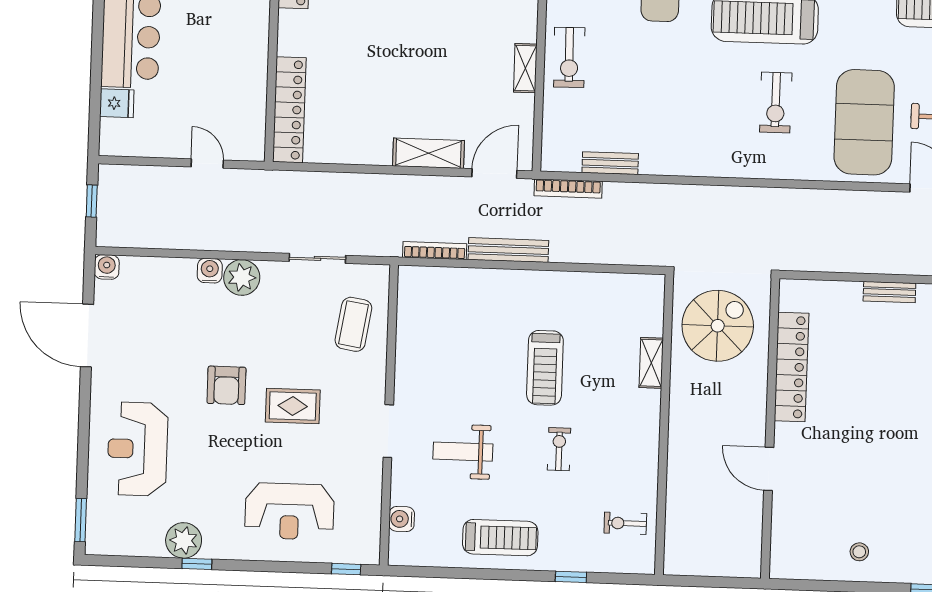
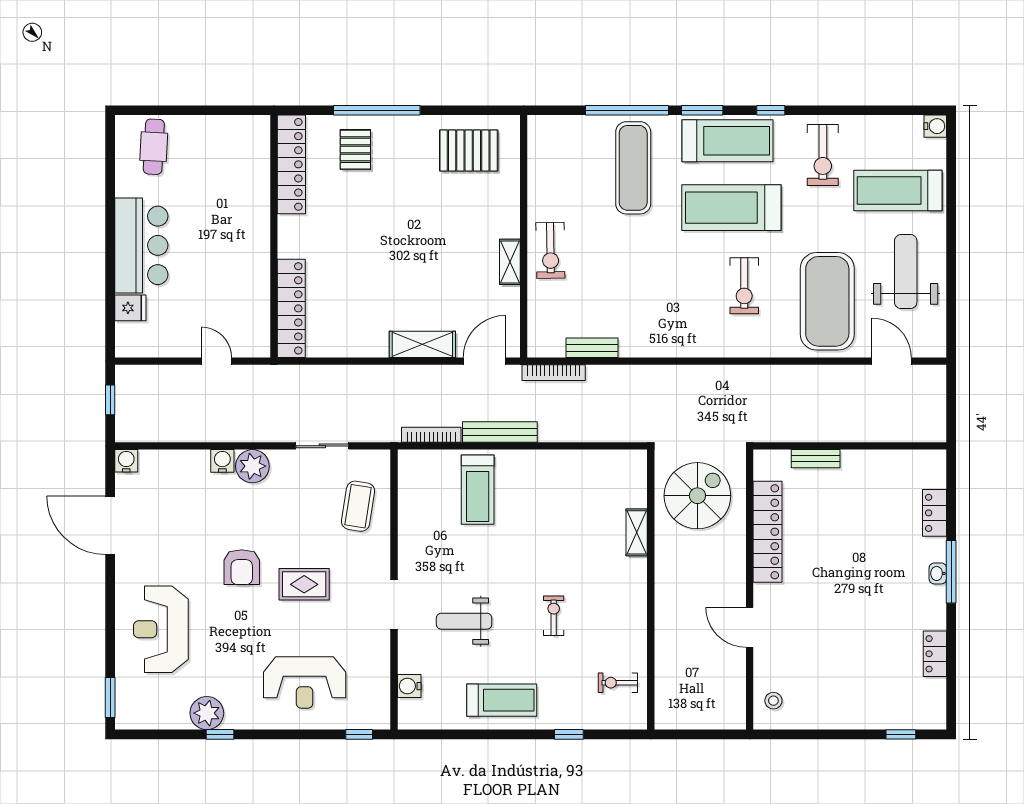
bench: (889, 292) -> (816, 459), moved
treadmill: (545, 368) -> (478, 490), moved
stool: (859, 552) -> (773, 701), moved

